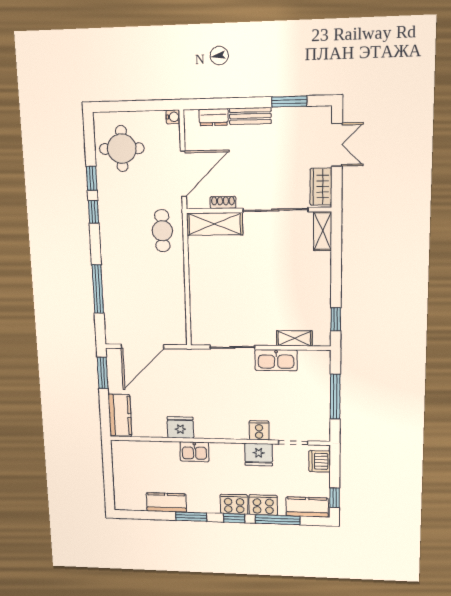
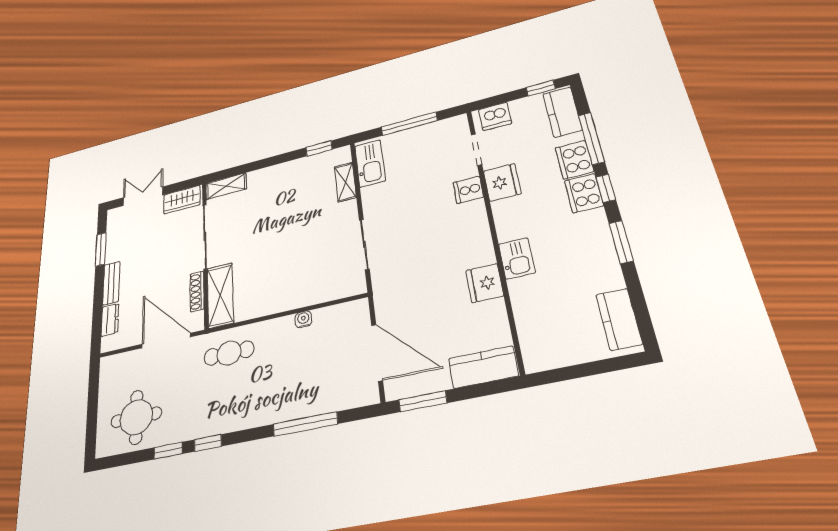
water cooler: (173, 117) -> (303, 319), moved
shoe rack: (223, 202) -> (197, 291), width x1.43
kitchen sink: (276, 360) -> (370, 163), moved
kitchen counter: (166, 503) -> (619, 319), moved

